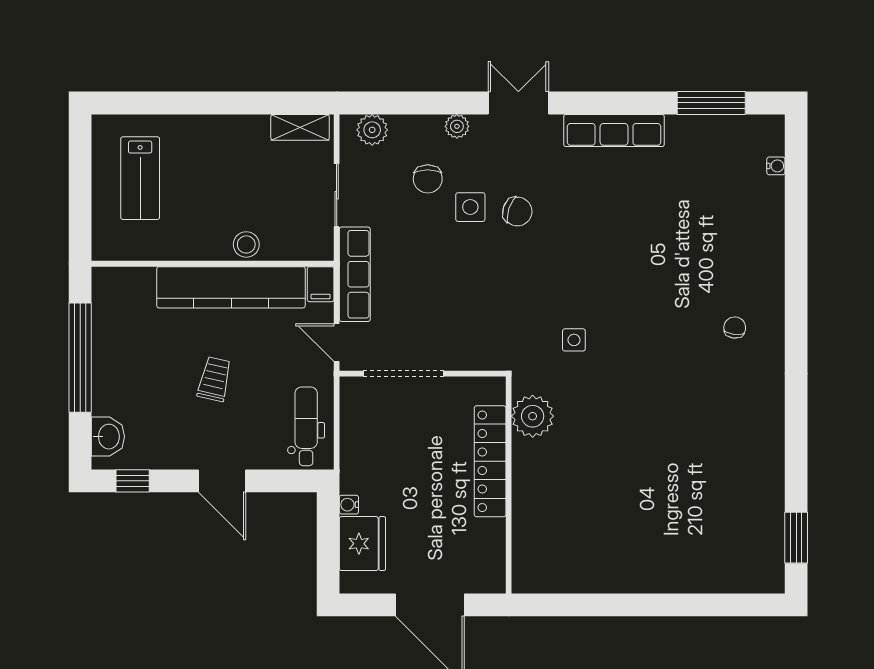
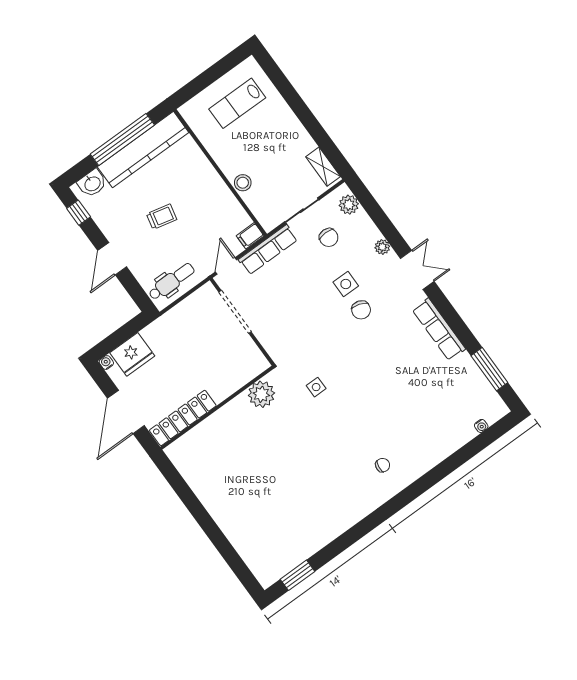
chair: (428, 179) -> (329, 238), moved, turned -90
kitchen counter: (231, 287) -> (143, 150), moved, turned -90
locker: (490, 461) -> (183, 418), moved
water cooler: (349, 505) -> (106, 363), moved

